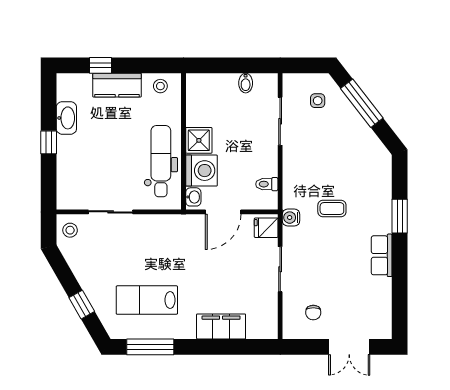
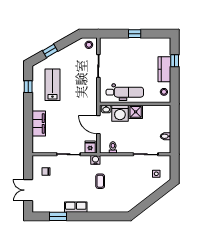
window: (362, 103) -> (155, 197), removed
washbasin: (66, 118) -> (147, 43), removed
window: (400, 216) -> (58, 216), moved
window: (150, 347) -> (28, 87), width x0.46

